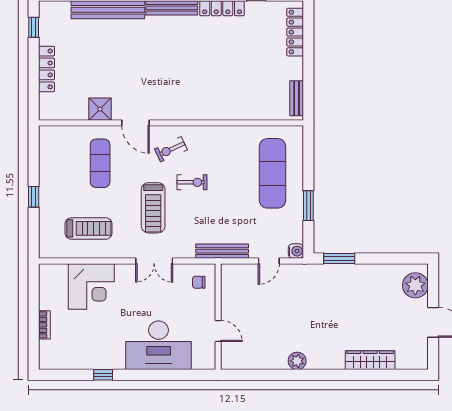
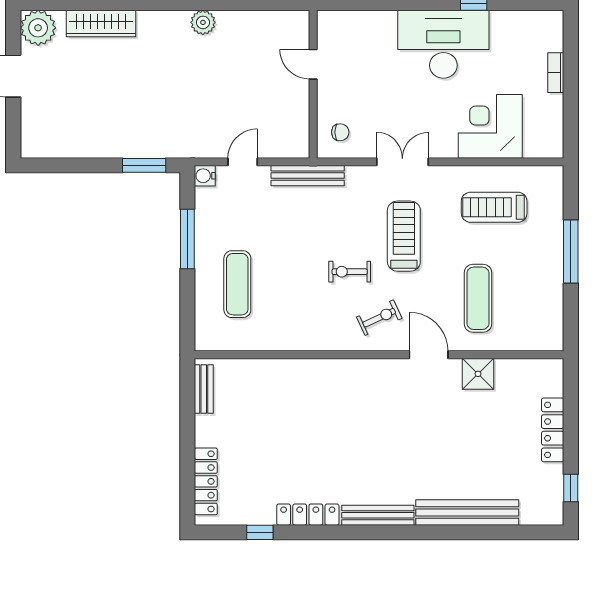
exercise mat: (273, 173) -> (237, 284), width x0.73, depth x0.69
window: (34, 197) -> (571, 252), width x2.17
window: (308, 206) -> (187, 239), width x1.44
plant: (415, 285) -> (38, 28), moved
desk: (159, 345) -> (443, 44), moved

